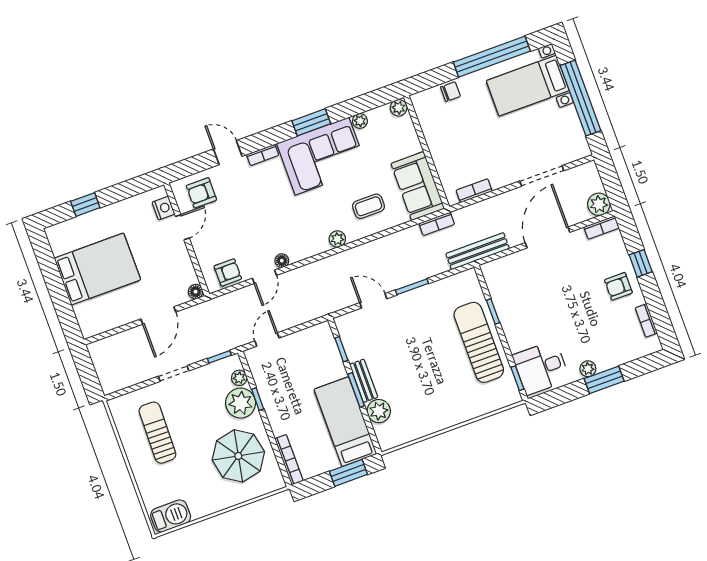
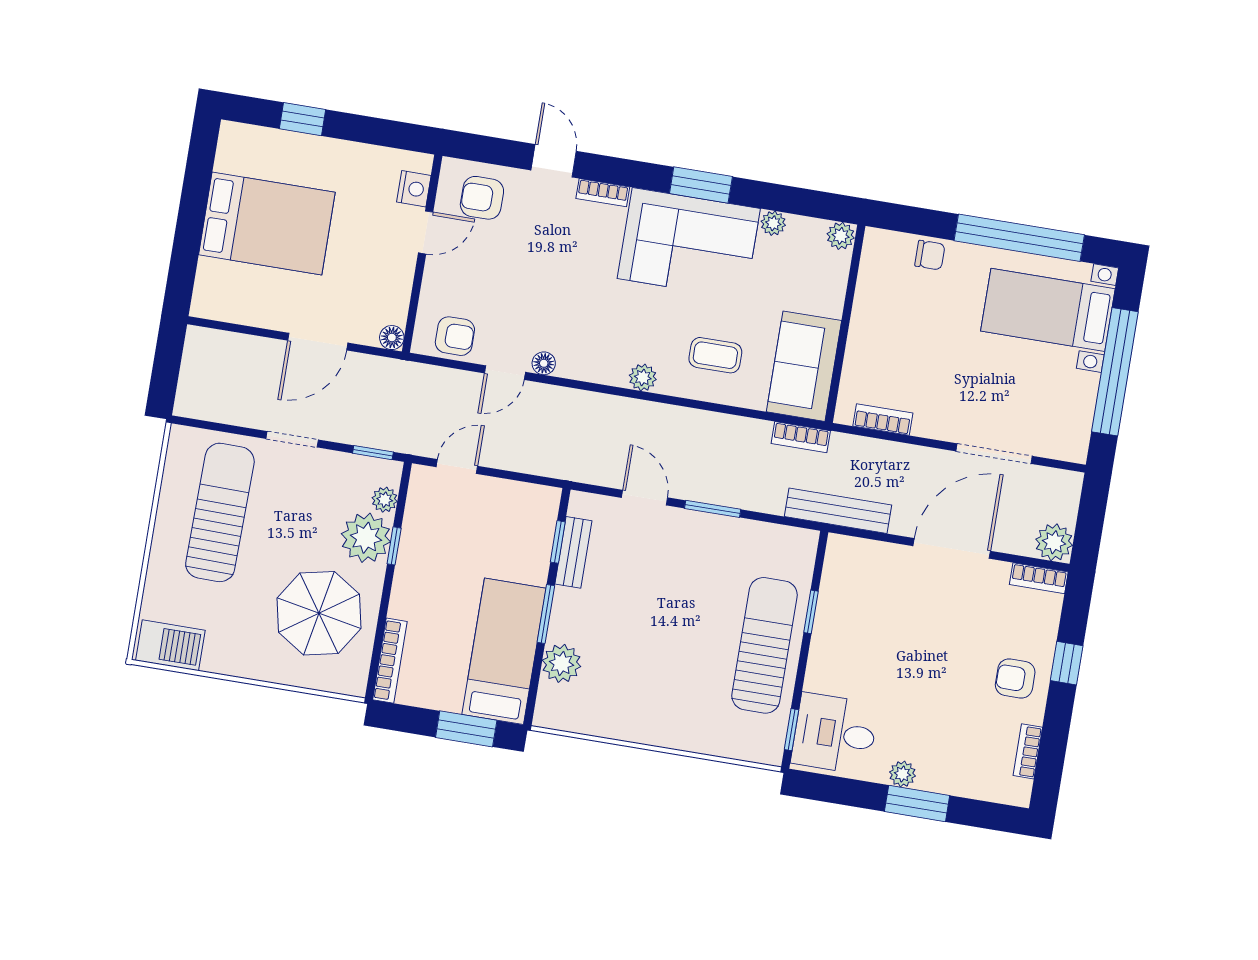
bench: (364, 381) -> (573, 552), moved
sun lounger: (157, 433) -> (220, 512), width x1.36, depth x1.34

